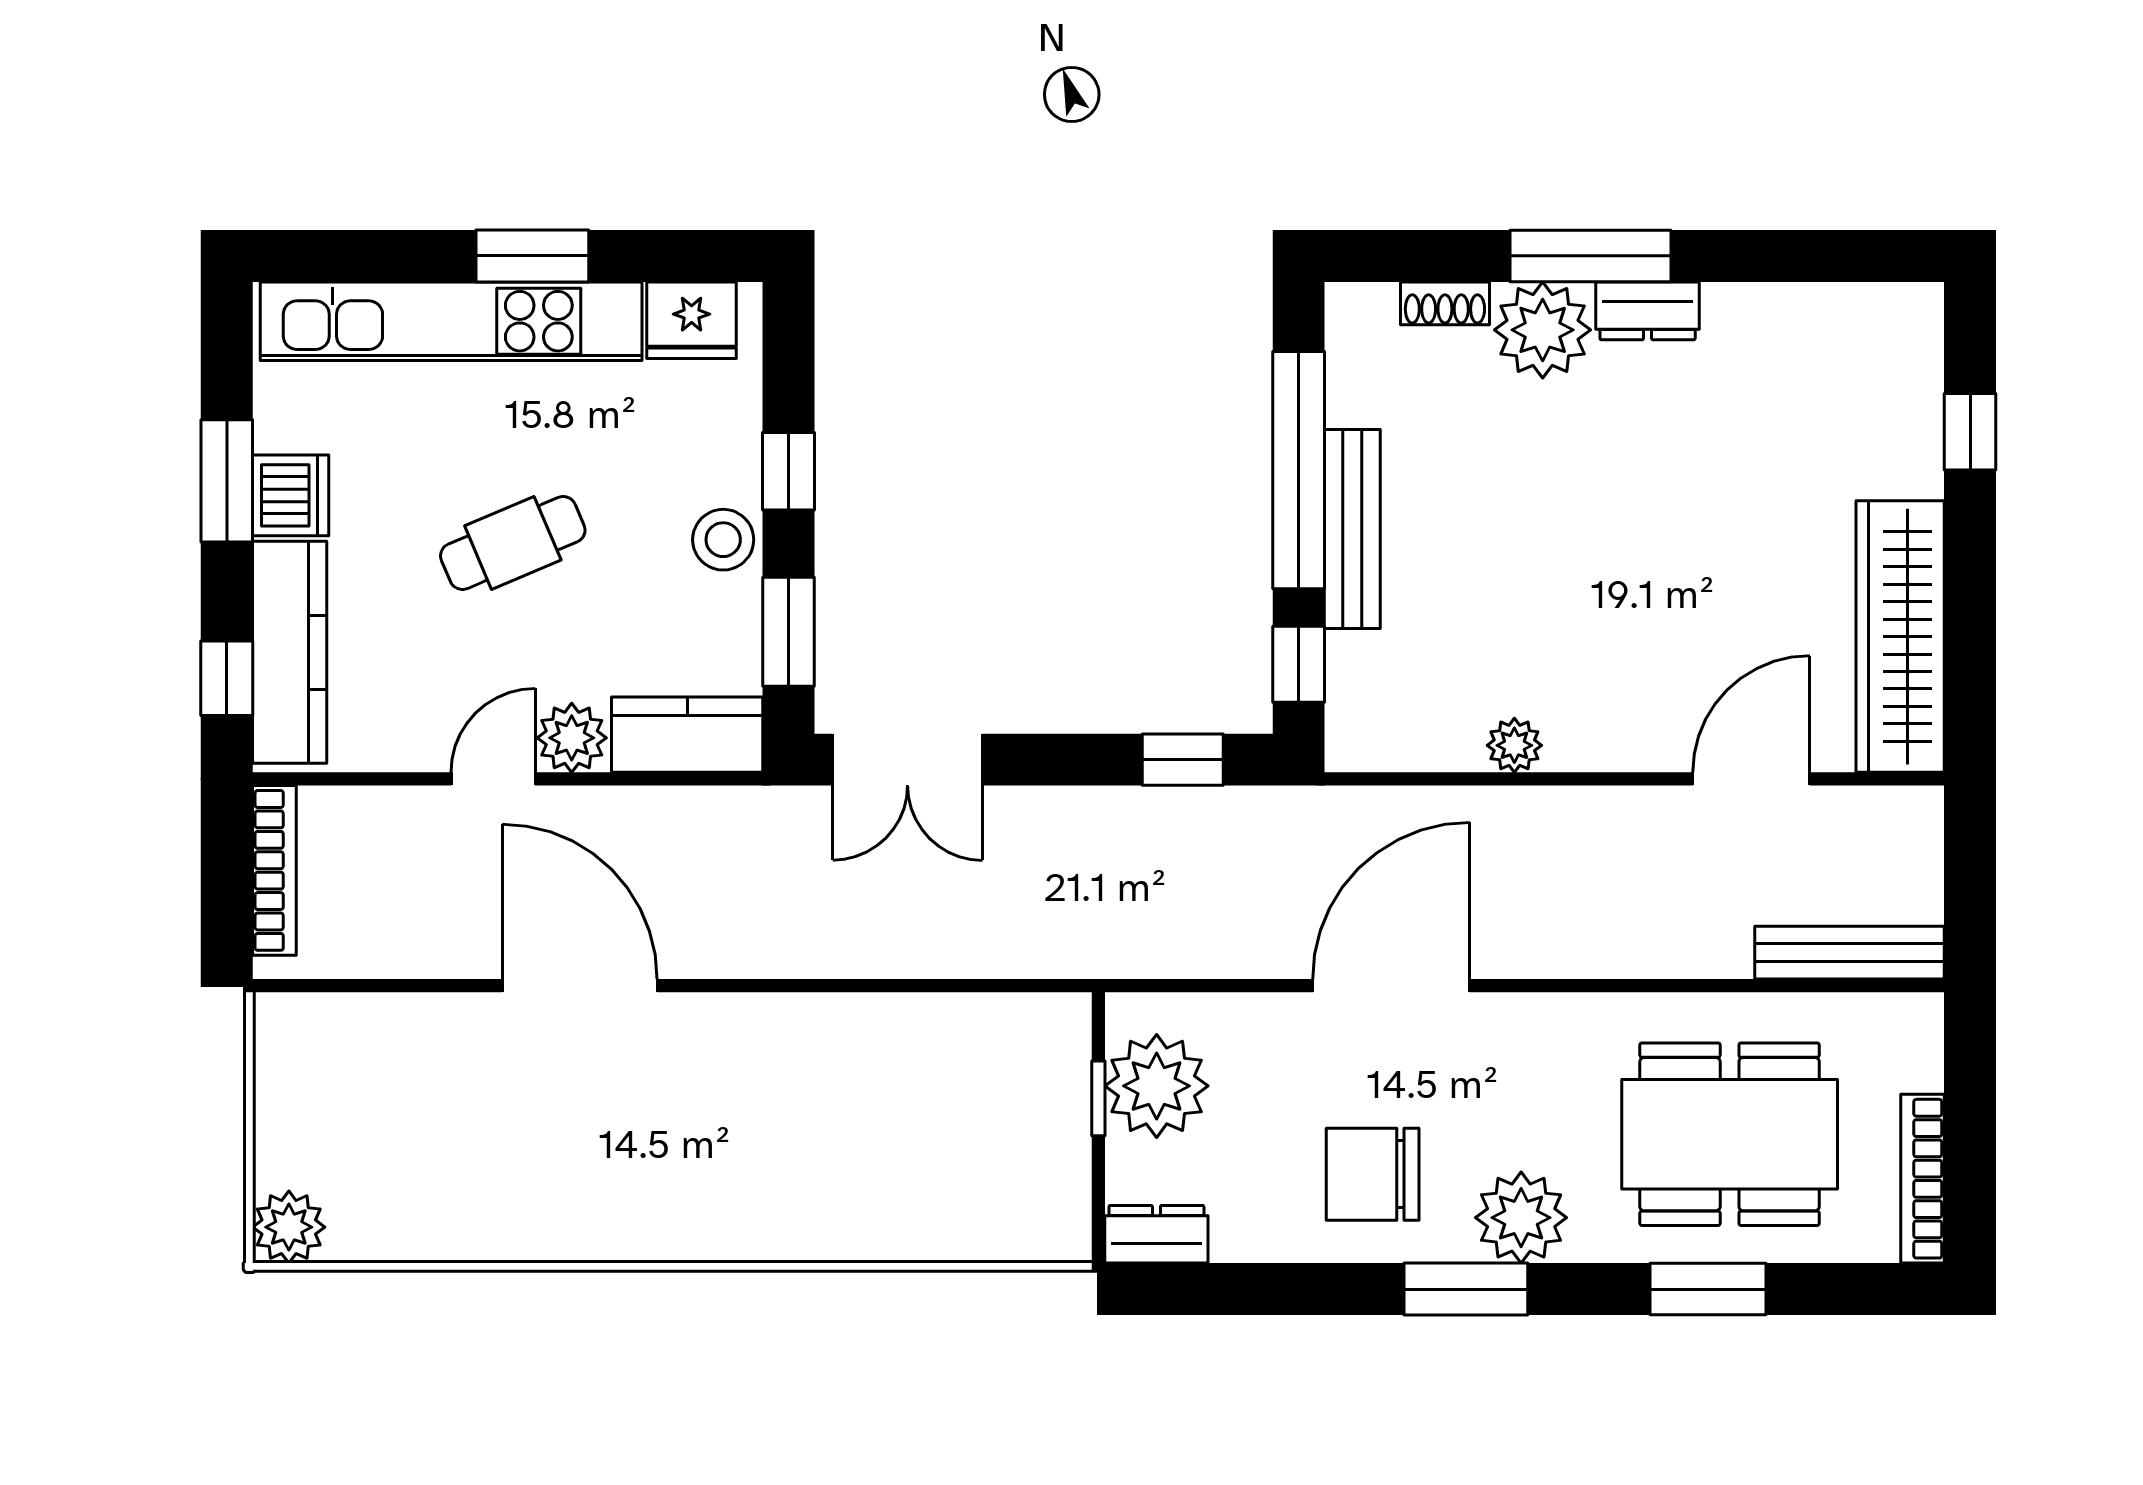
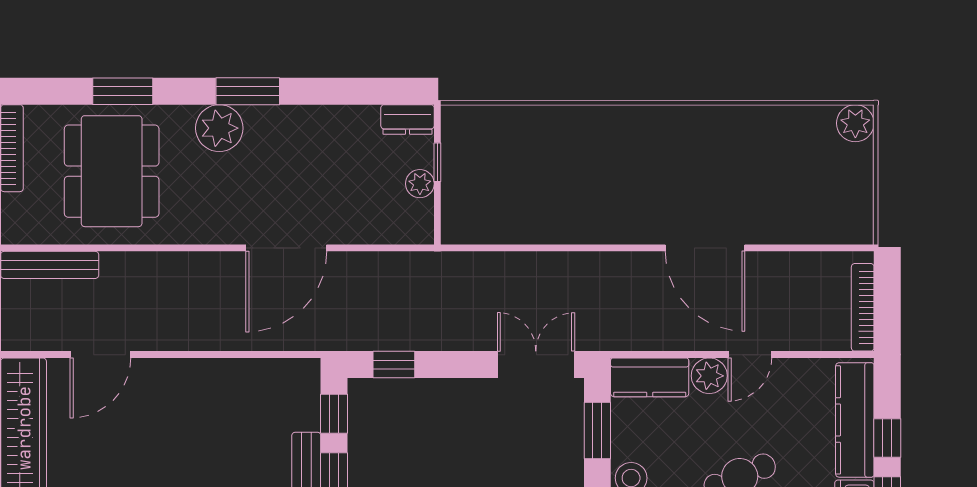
window: (227, 678) -> (887, 438), moved
plant: (1514, 745) -> (223, 372), removed
plant: (1157, 1086) -> (420, 184), width x0.53, depth x0.53
window: (1098, 1098) -> (437, 162), moved
dining table: (1730, 1134) -> (112, 171), turned 90
chair: (1373, 1174) -> (296, 150), removed

